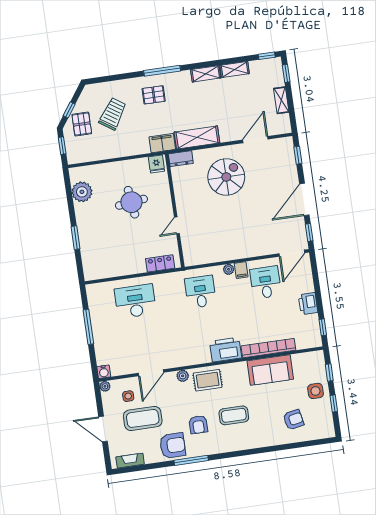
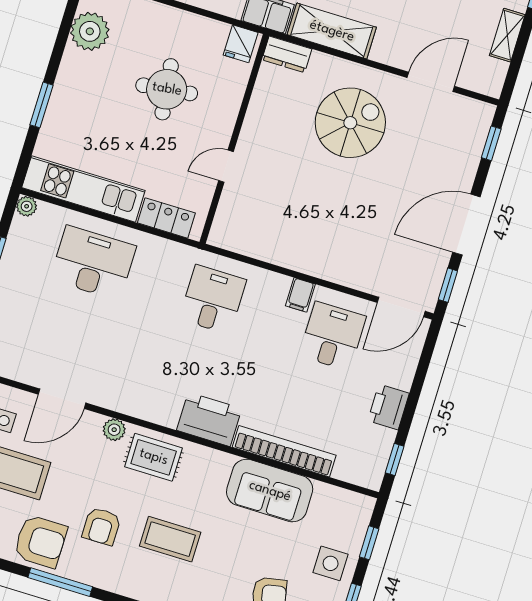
kitchen unit: (114, 268) -> (83, 189), added
plant: (229, 269) -> (27, 206), moved

